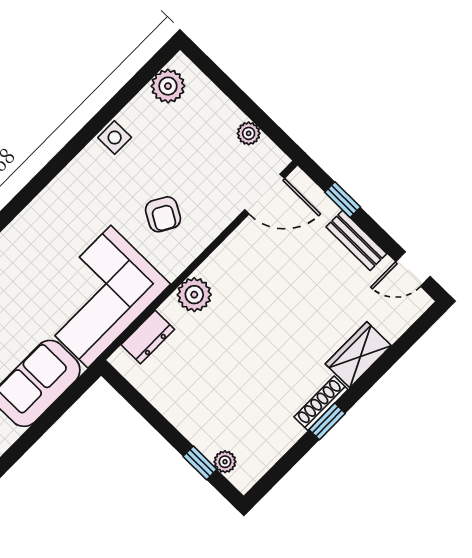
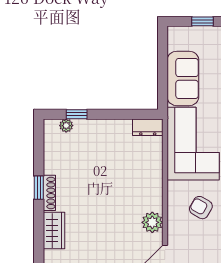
plant: (194, 295) -> (152, 222), moved
dresser: (148, 337) -> (148, 127), moved, turned -90

